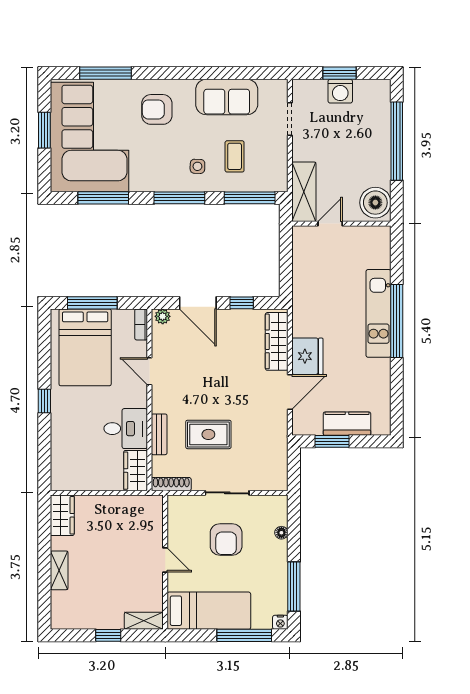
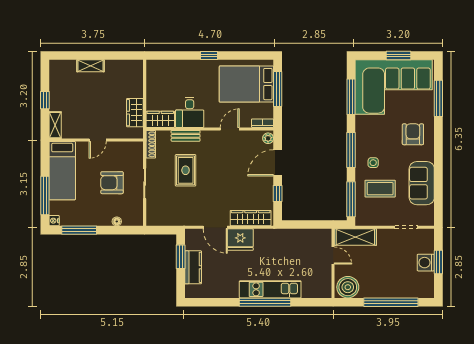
coffee table: (235, 156) -> (380, 189), width x1.36, depth x1.30
wardrobe: (62, 515) -> (135, 113), moved, turned 90

